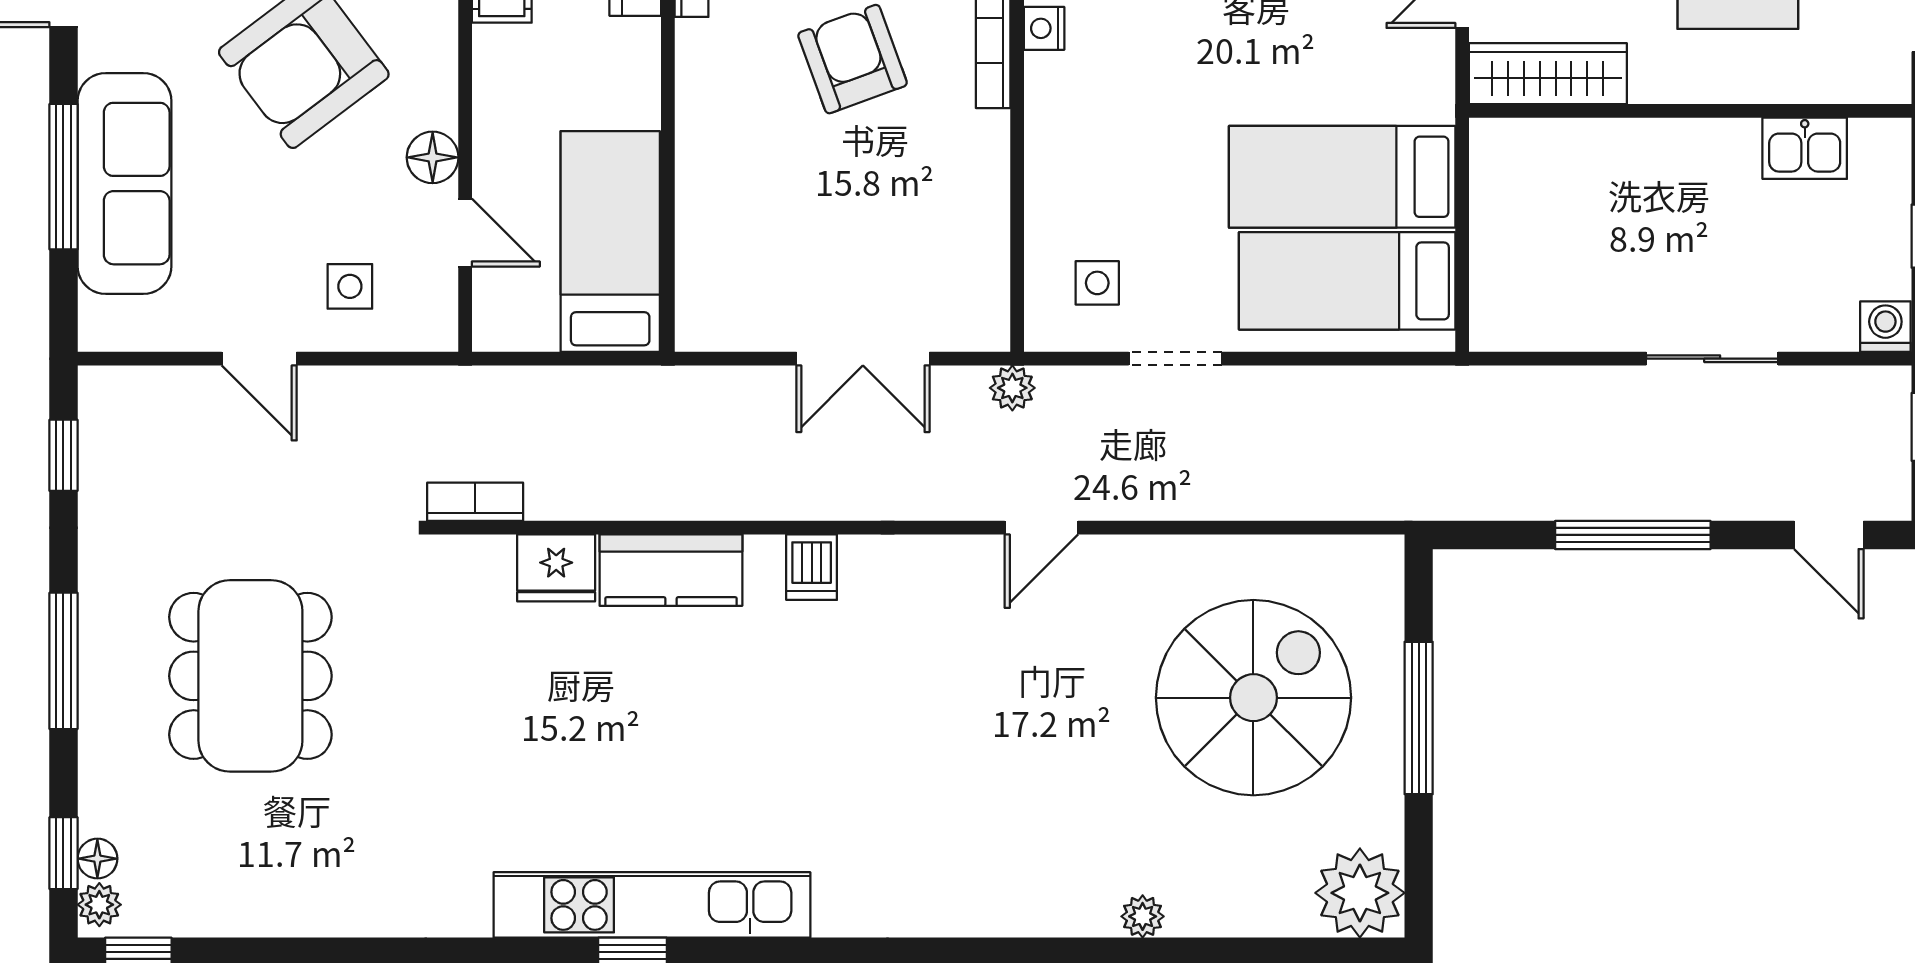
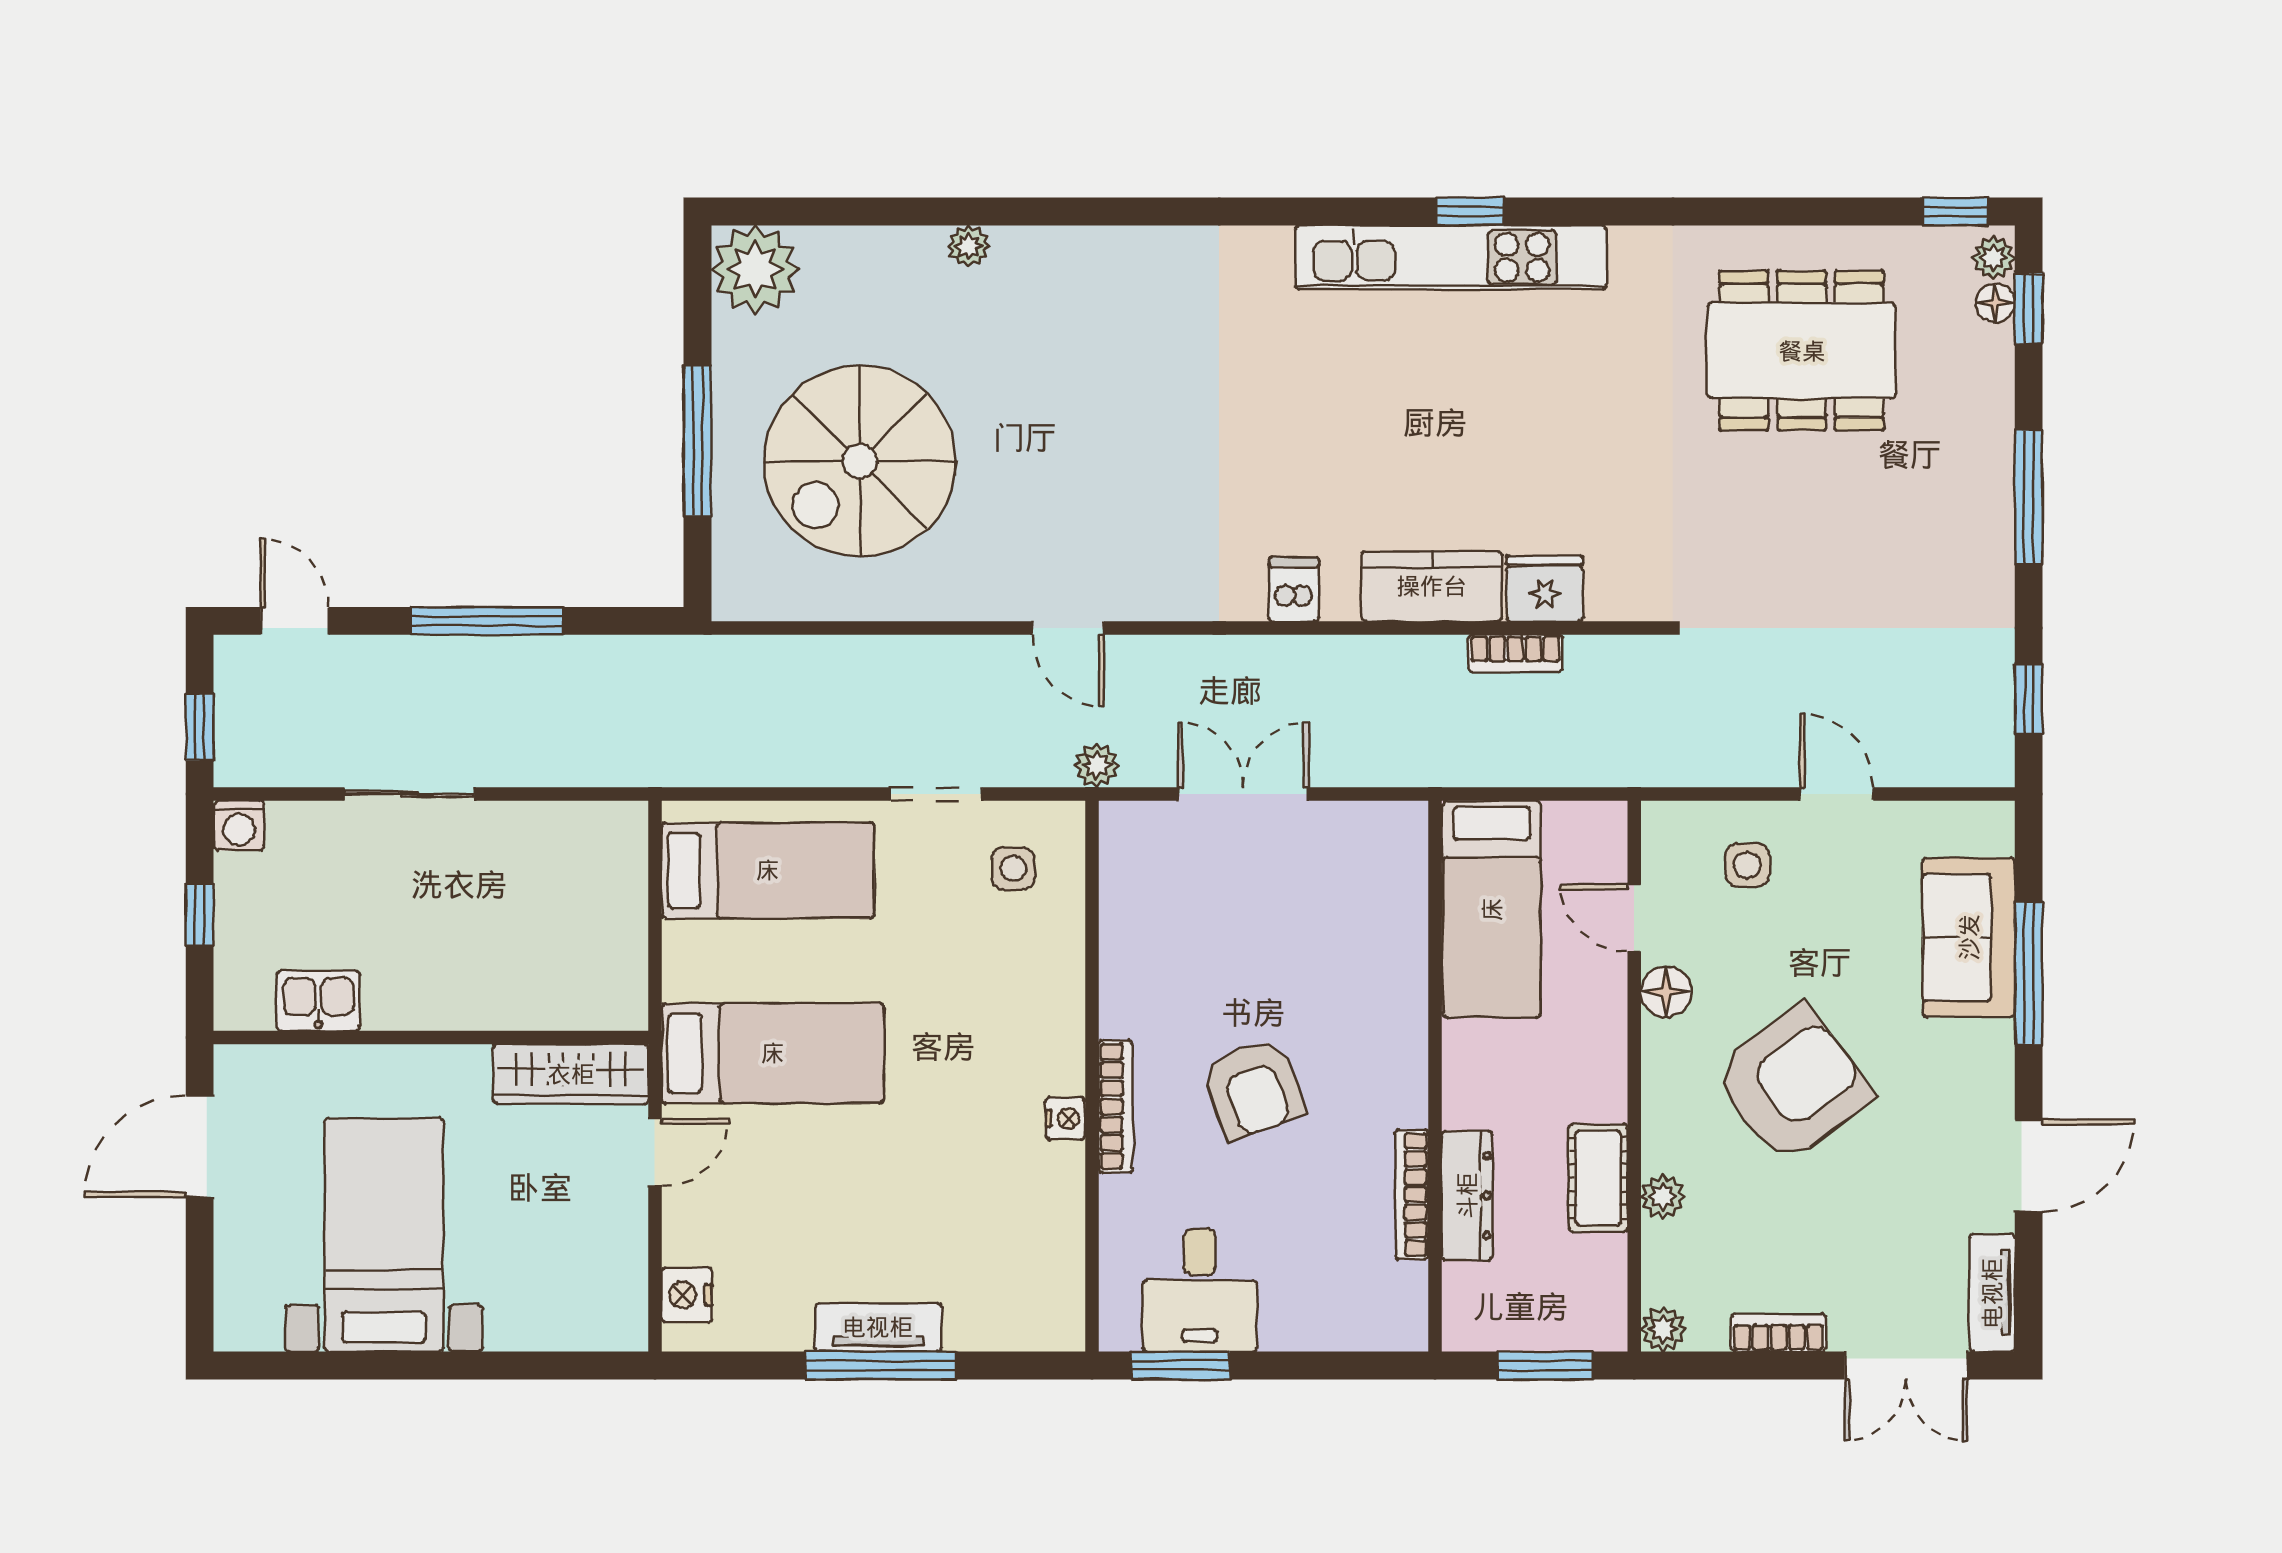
bed: (1342, 177) -> (773, 1053), moved
sofa: (124, 184) -> (1969, 937), width x0.73
bookcase: (475, 502) -> (1515, 654), moved
door: (1041, 528) -> (1068, 628), swing flipped
dining table: (250, 676) -> (1802, 351), moved, turned 90

